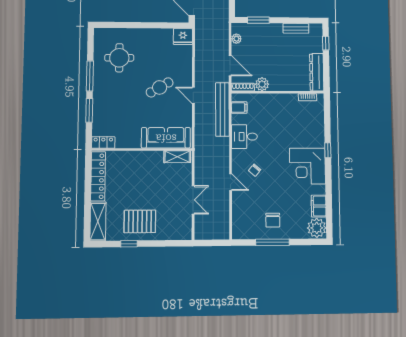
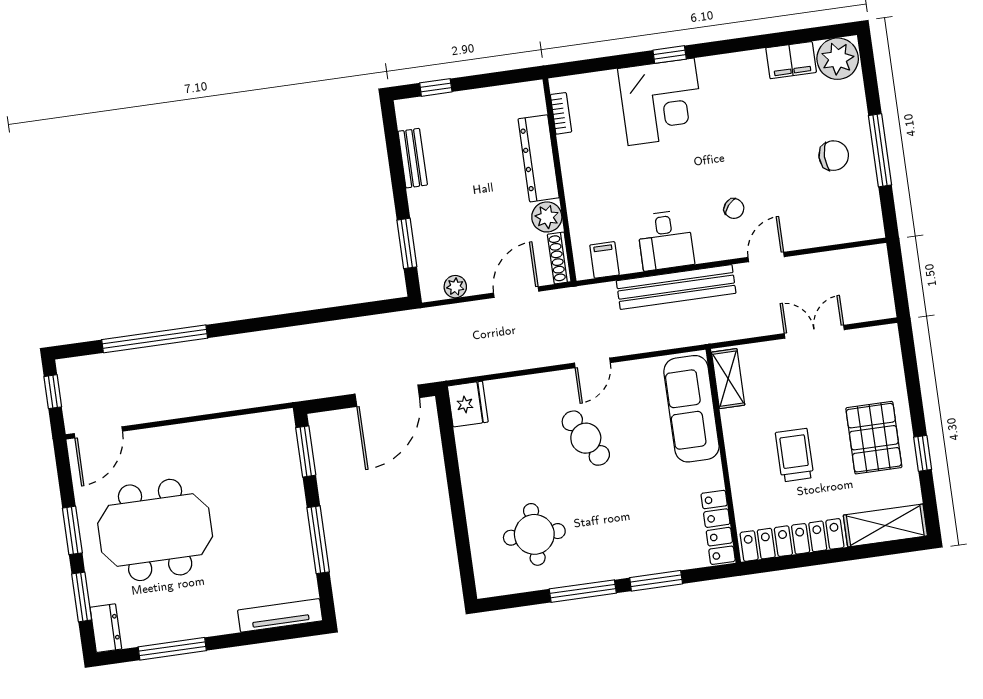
dresser: (317, 72) -> (539, 158), moved, turned 90
bench: (222, 109) -> (676, 287), moved
locker: (103, 142) -> (718, 527), width x1.53
corner desk: (307, 166) -> (661, 102), moved
trolley: (137, 183) -> (795, 455), added

